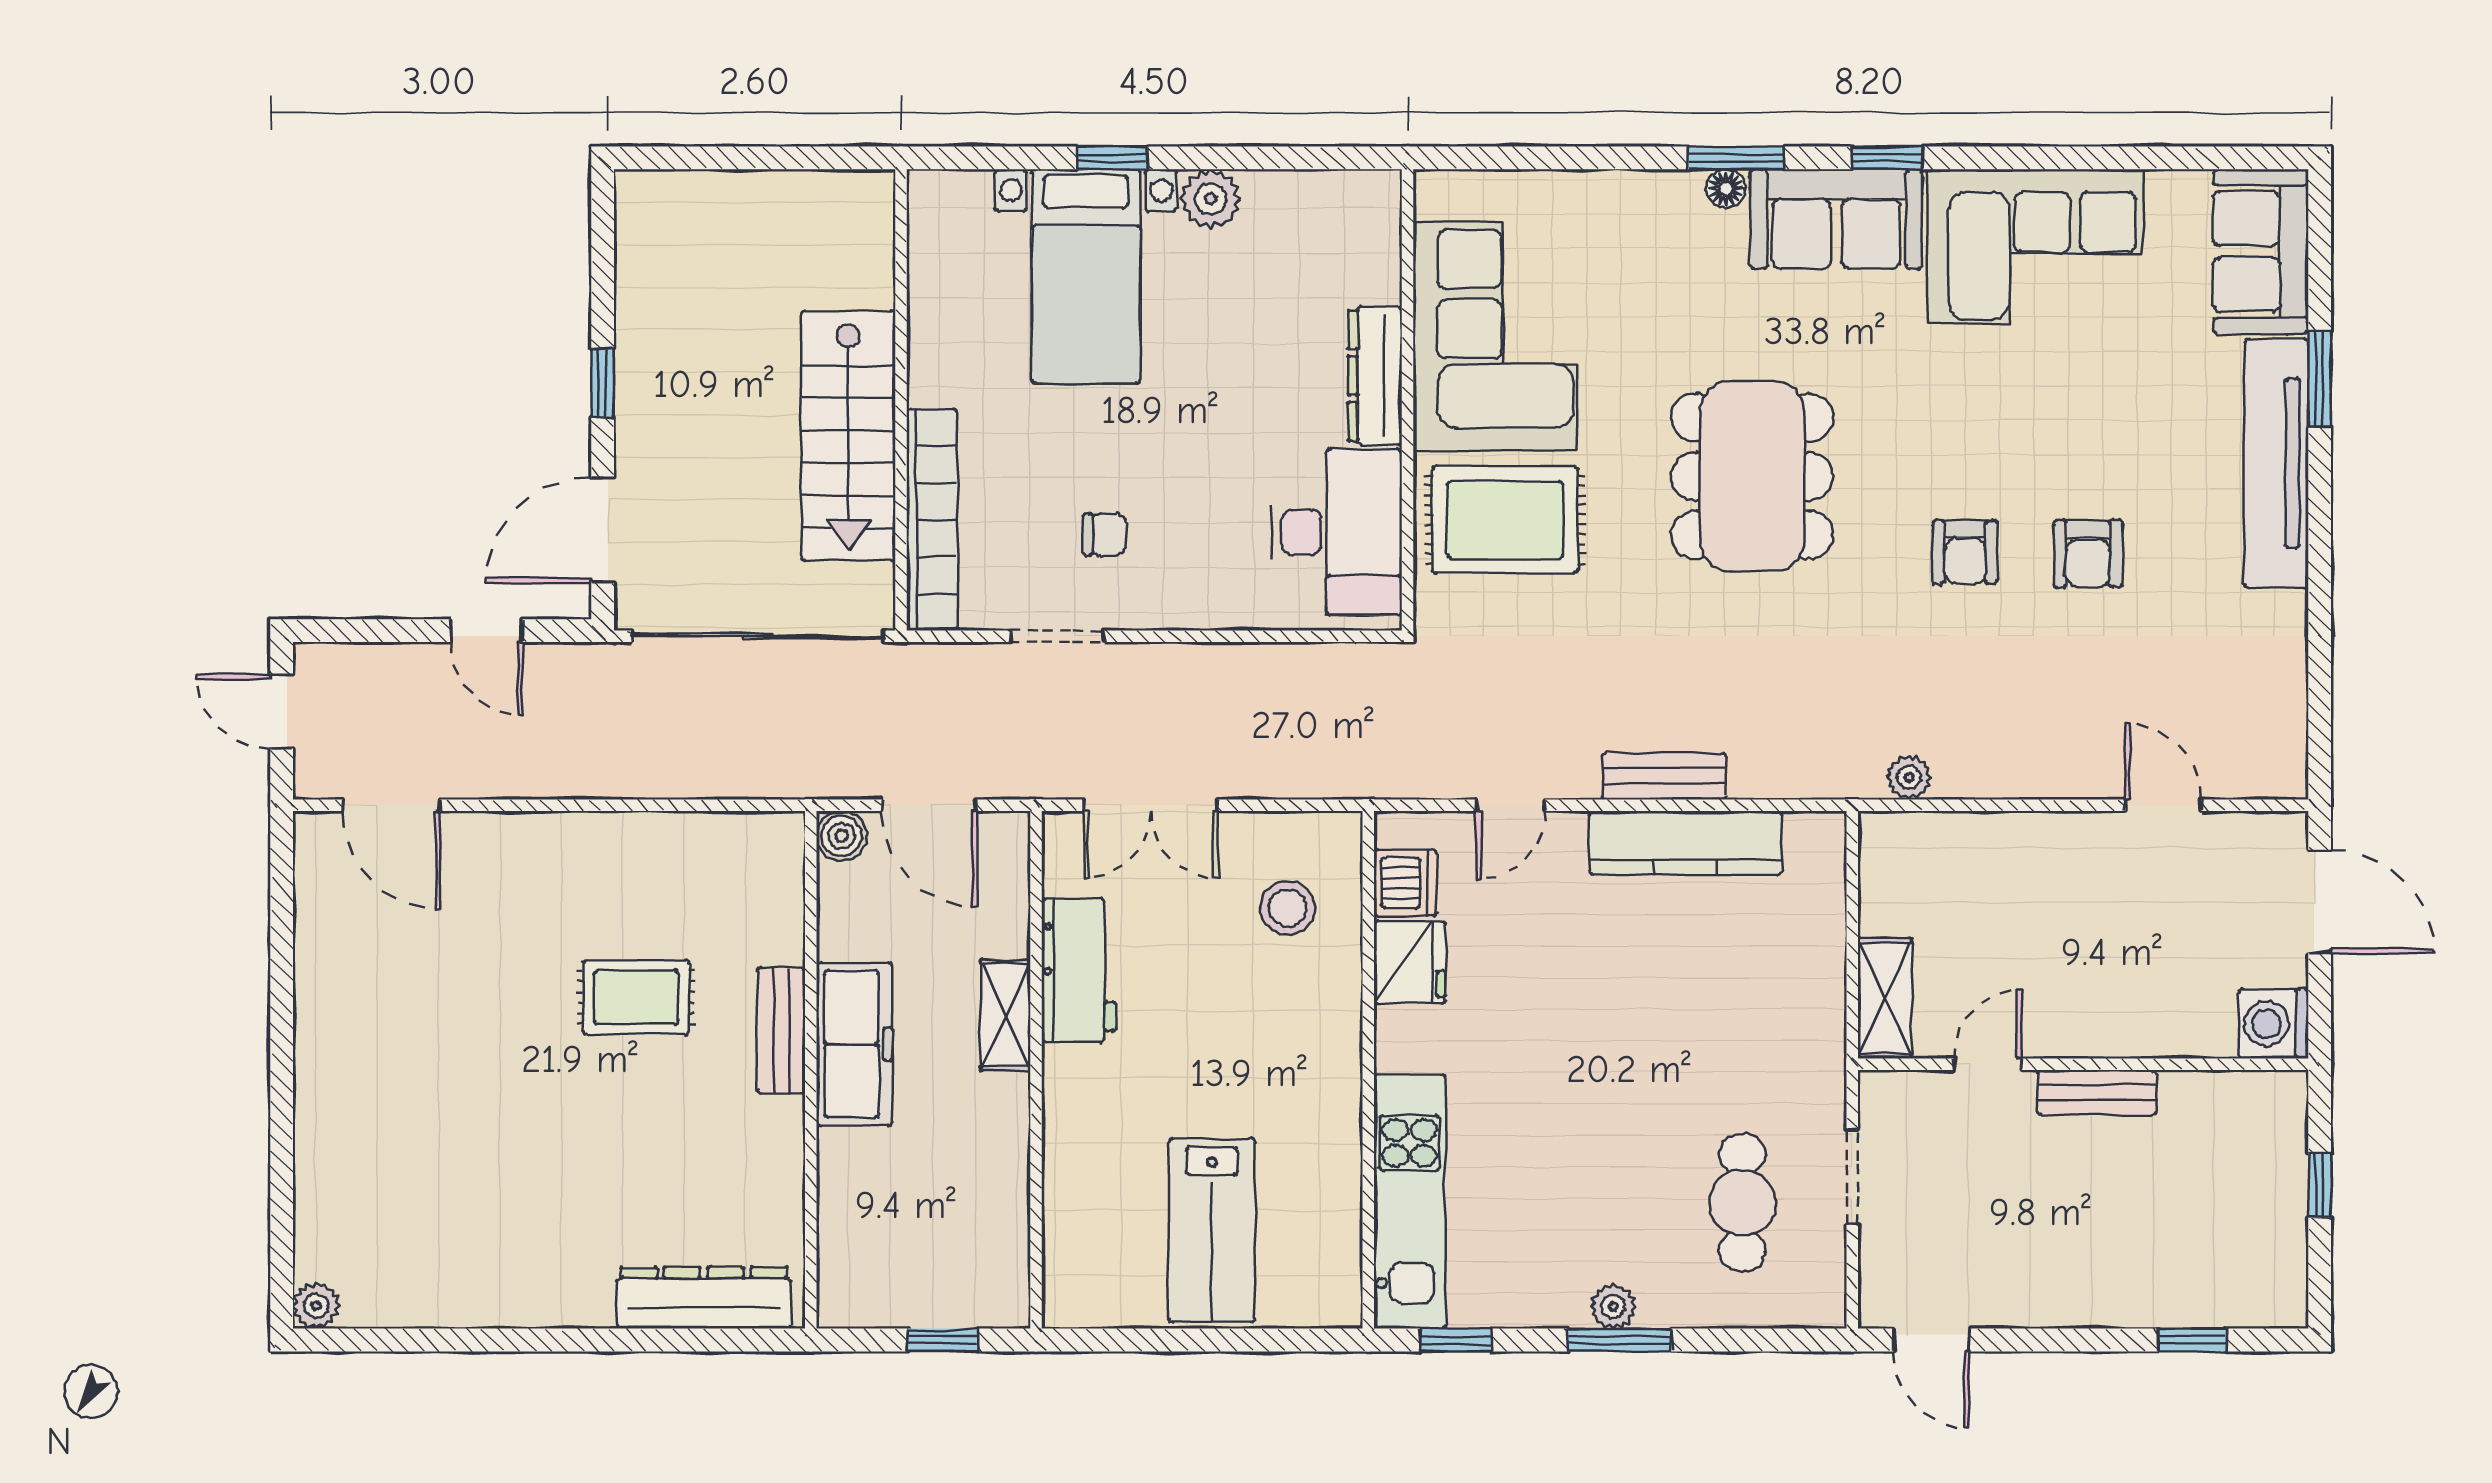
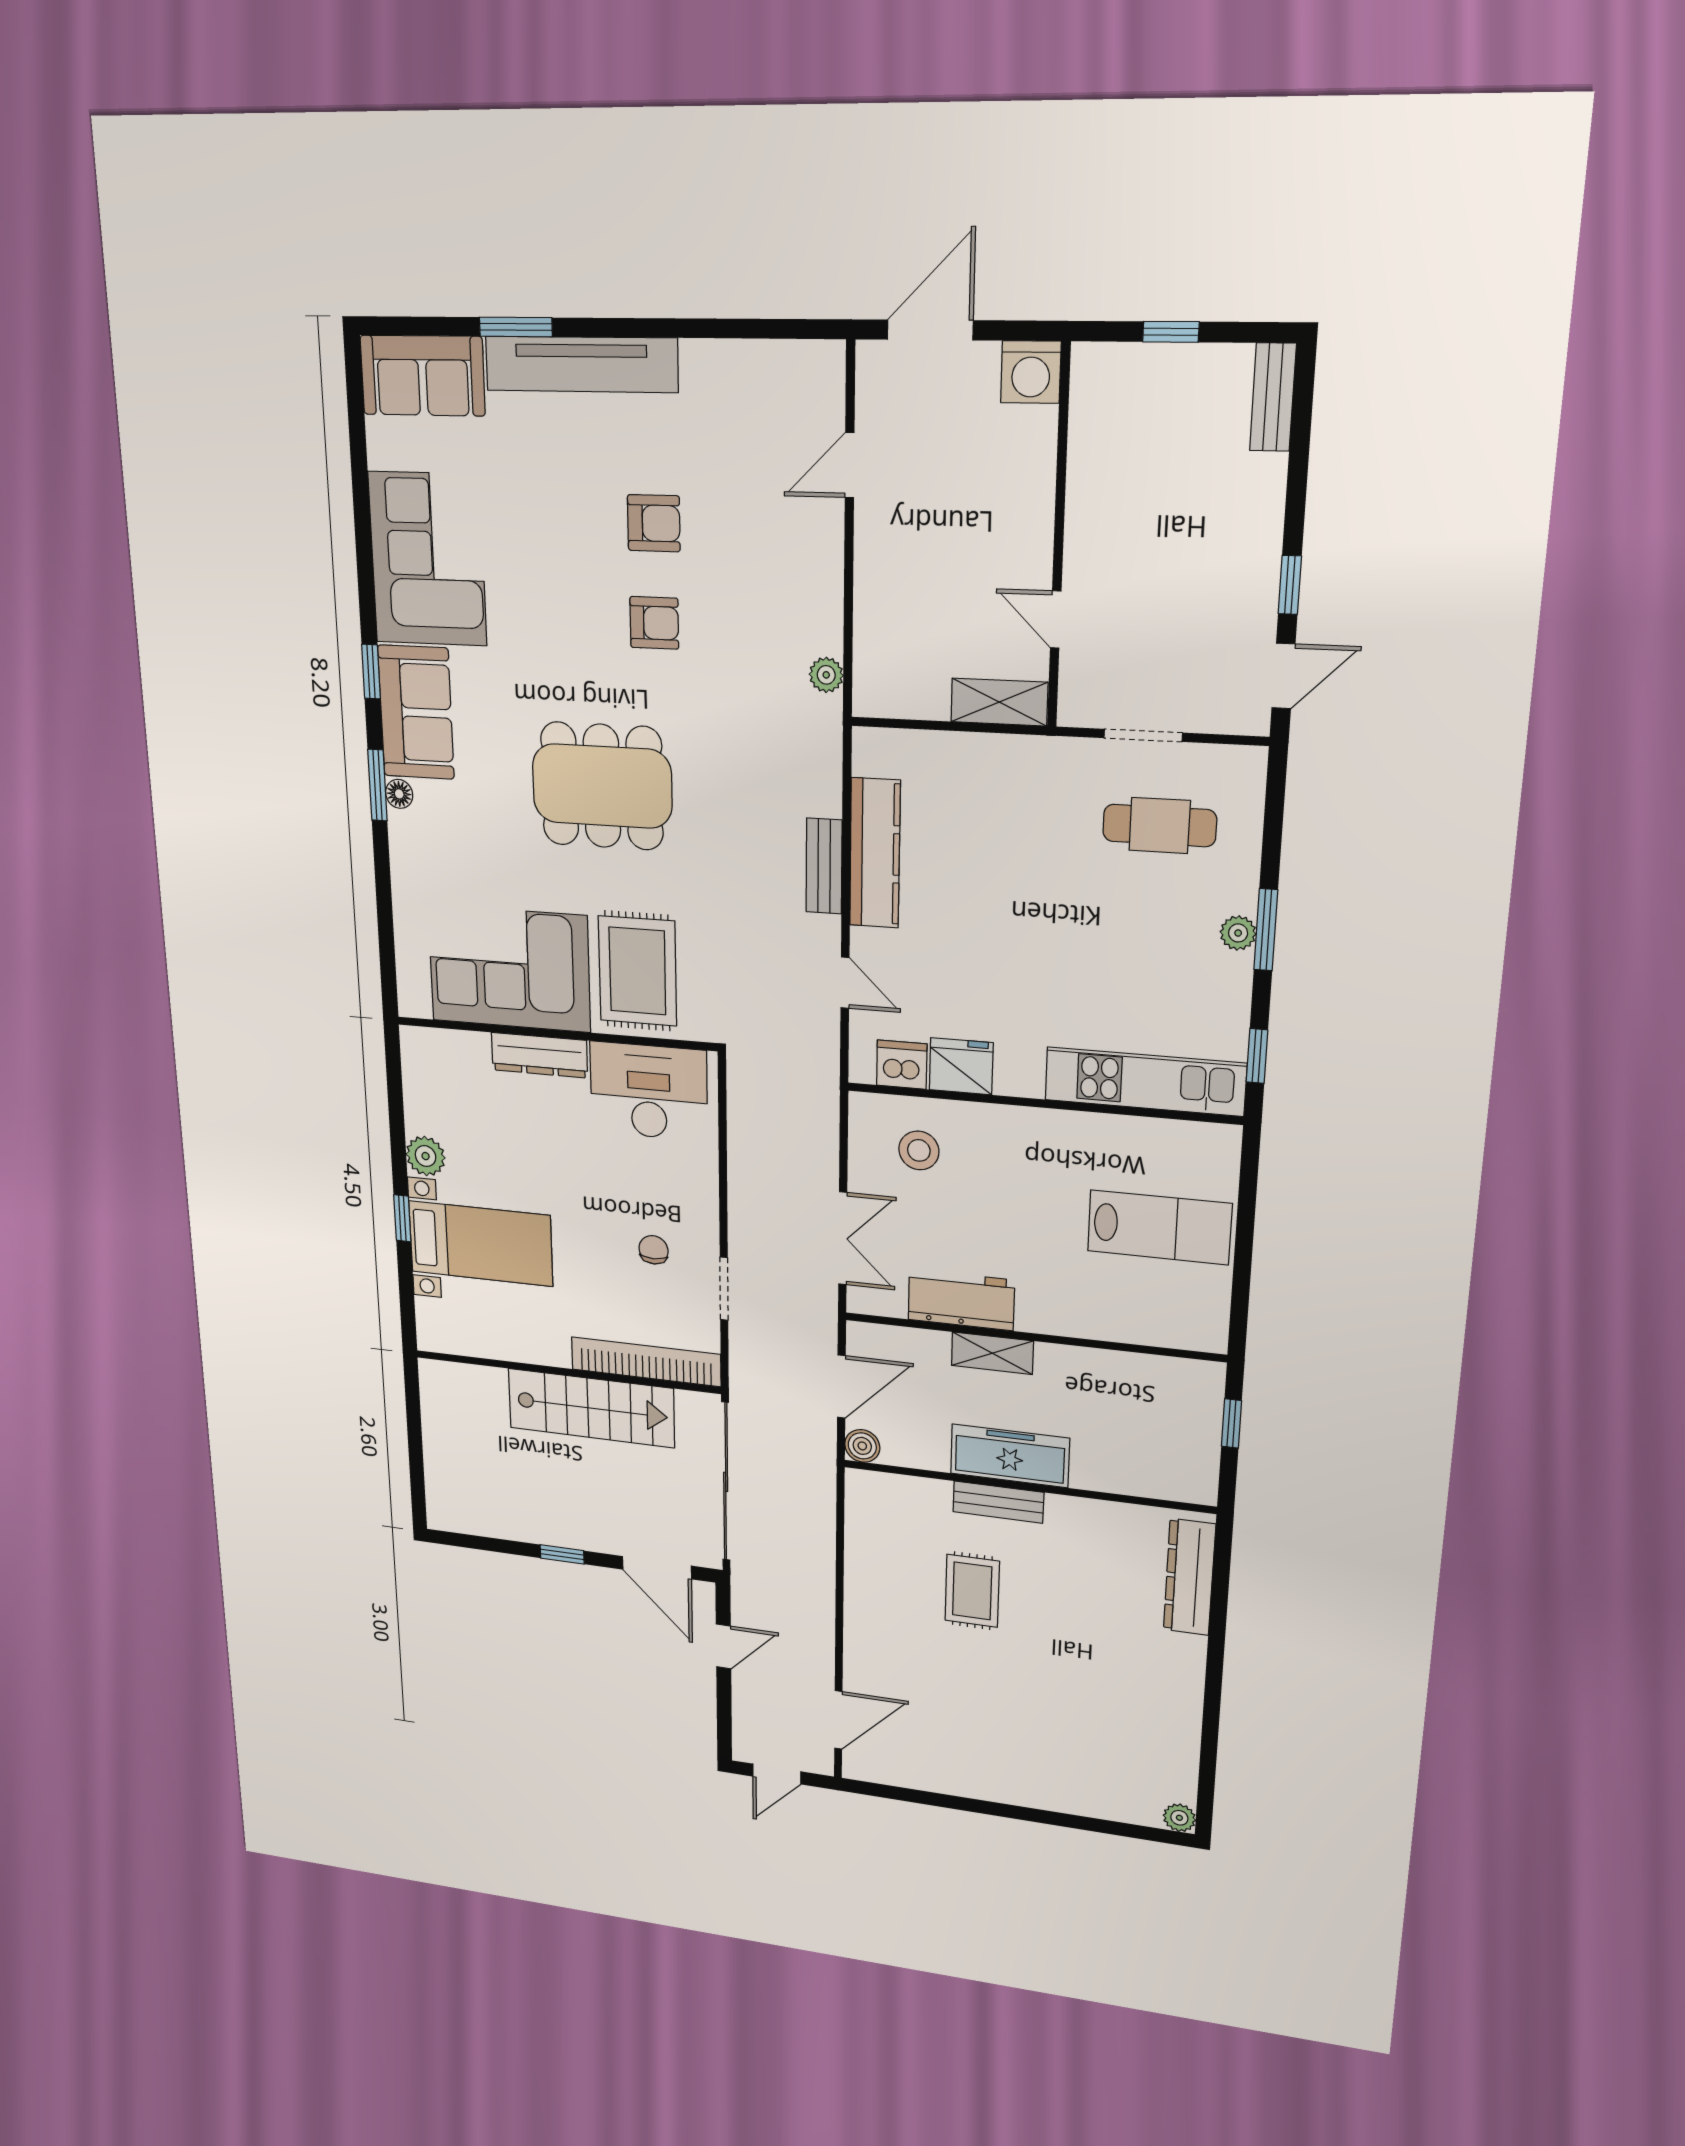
bench: (2097, 1092) -> (1273, 397), moved
window: (2192, 1340) -> (1290, 585), moved

